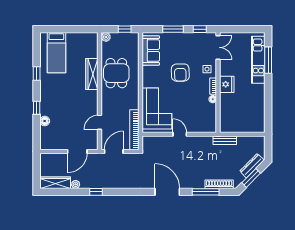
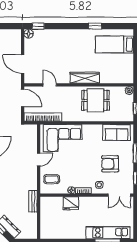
armchair: (180, 73) -> (110, 164), moved
wardrobe: (92, 74) -> (85, 78), moved
fridge: (227, 84) -> (71, 203), moved
window: (37, 108) -> (38, 26), moved
coffee table: (201, 120) -> (52, 179), added
floor lamp: (45, 121) -> (29, 34), moved

